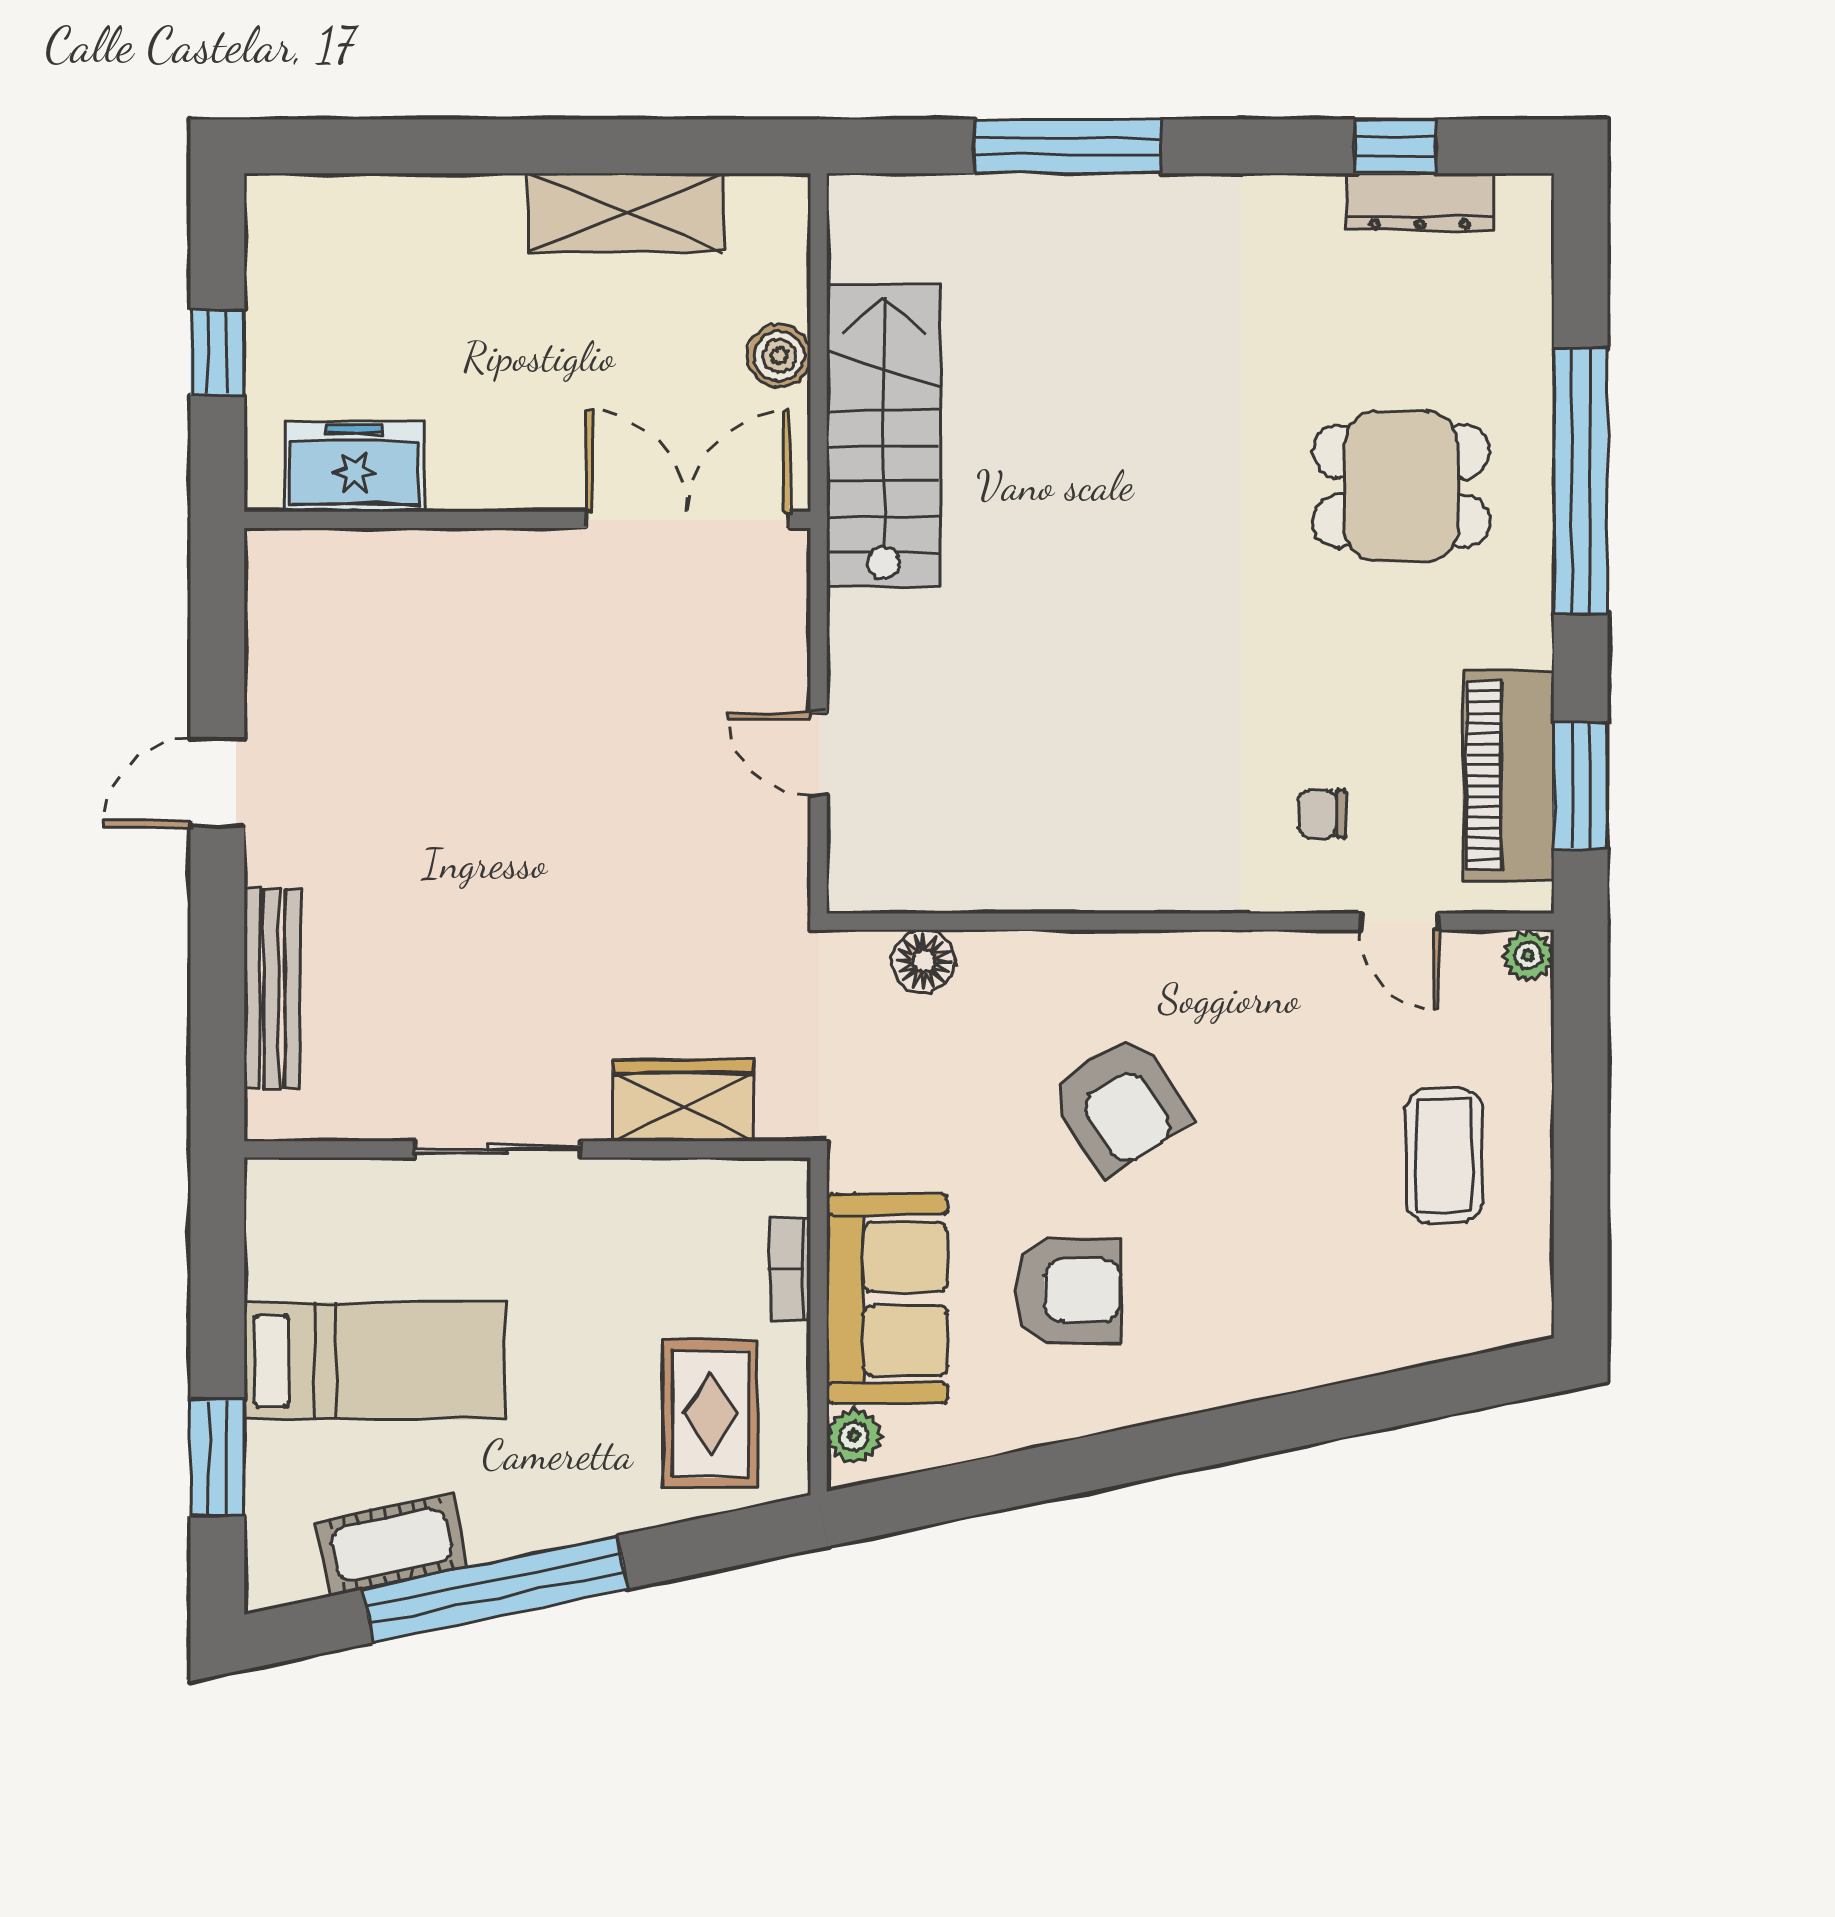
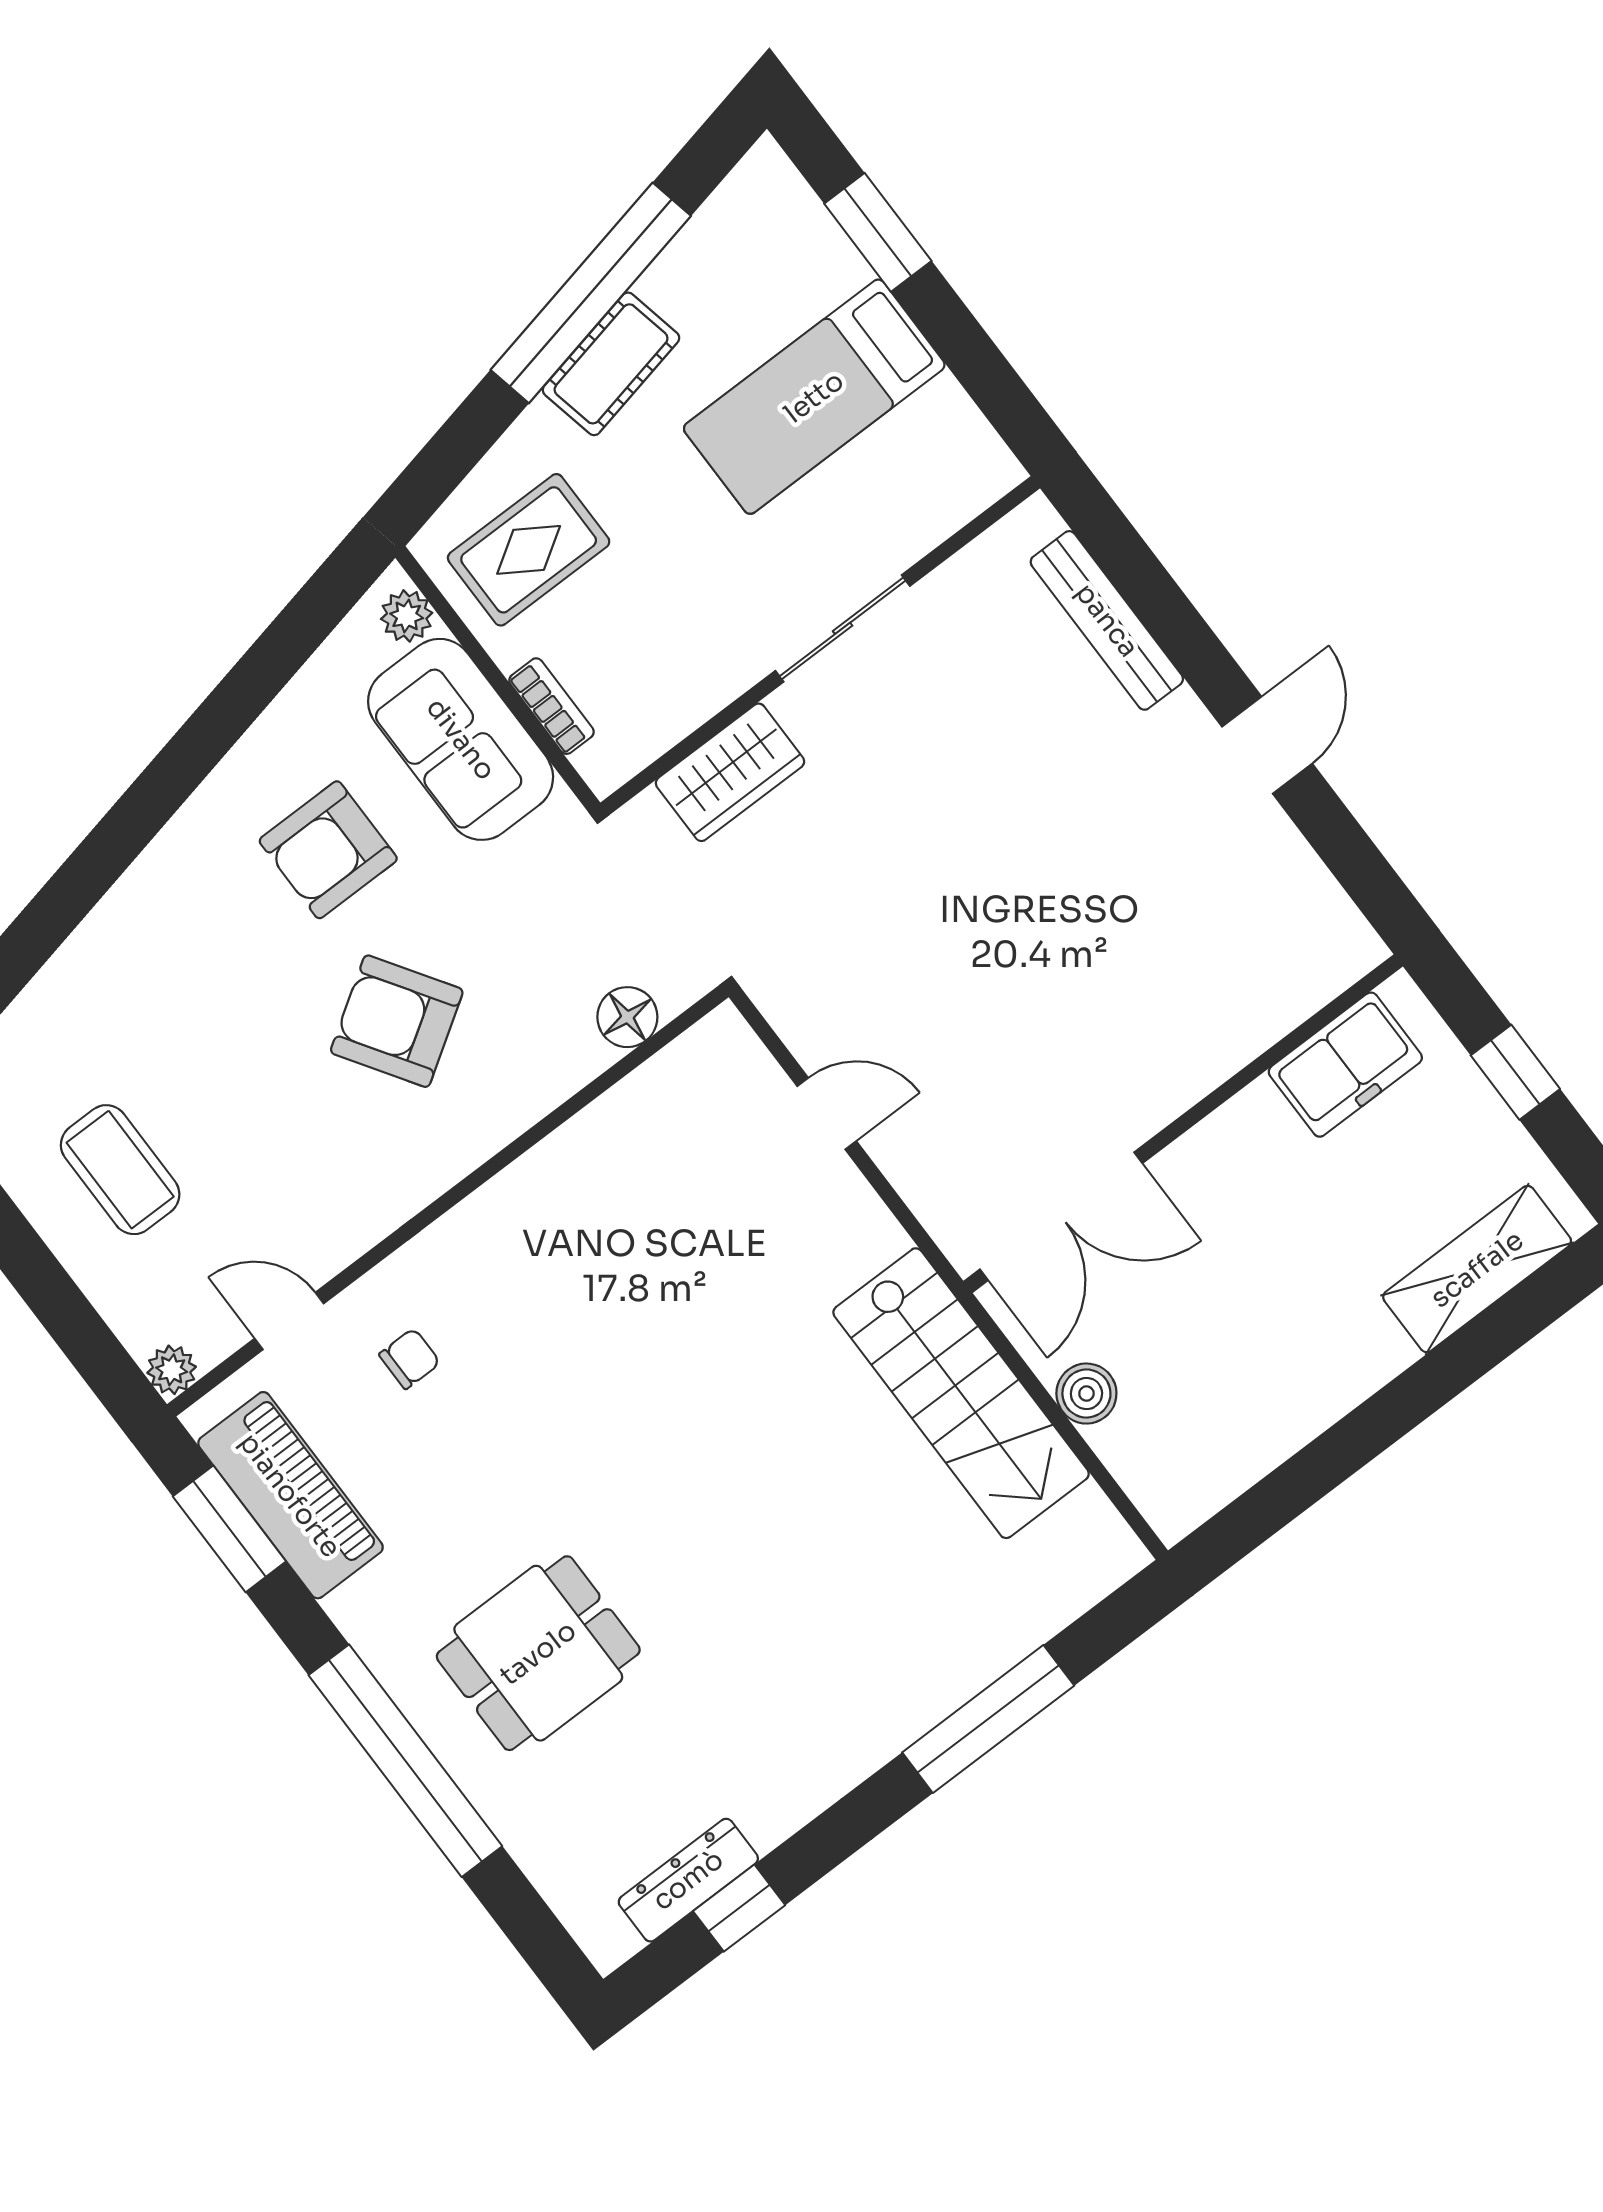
shelving: (626, 212) -> (1477, 1269), moved
rug: (710, 1414) -> (529, 550), turned 90
cot: (392, 1545) -> (611, 364), moved

